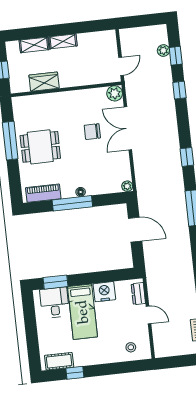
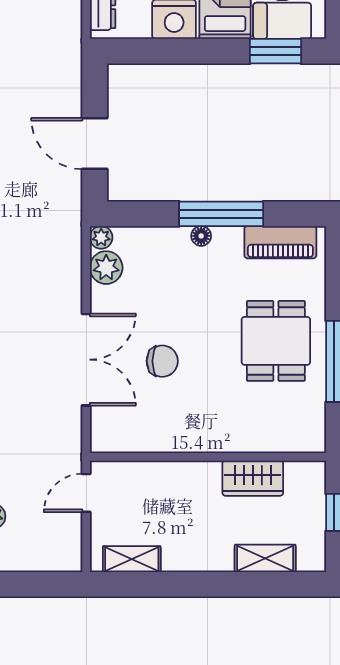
shelving: (63, 41) -> (132, 559), moved
plant: (115, 93) -> (106, 268), moved
dining table: (40, 147) -> (276, 341), turned 90

